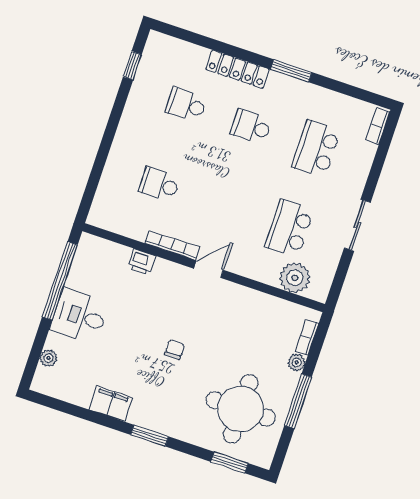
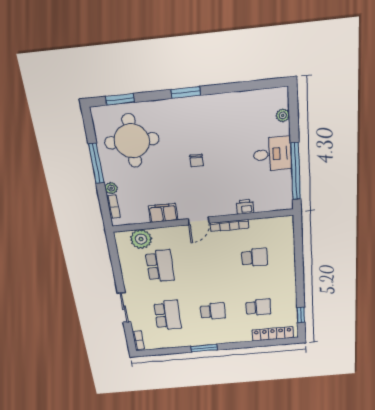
locker: (237, 69) -> (273, 334), moved
sliding door: (357, 225) -> (124, 308), moved
filing cabinet: (111, 404) -> (163, 213), moved, turned 180

